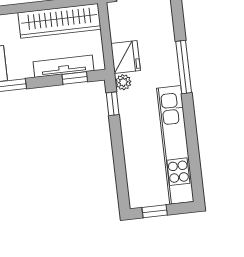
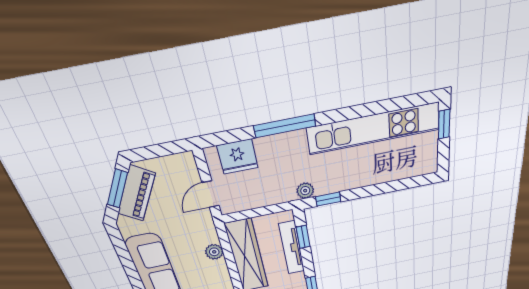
fridge: (126, 57) -> (237, 157), moved, turned 180
window: (155, 211) -> (444, 124), moved

